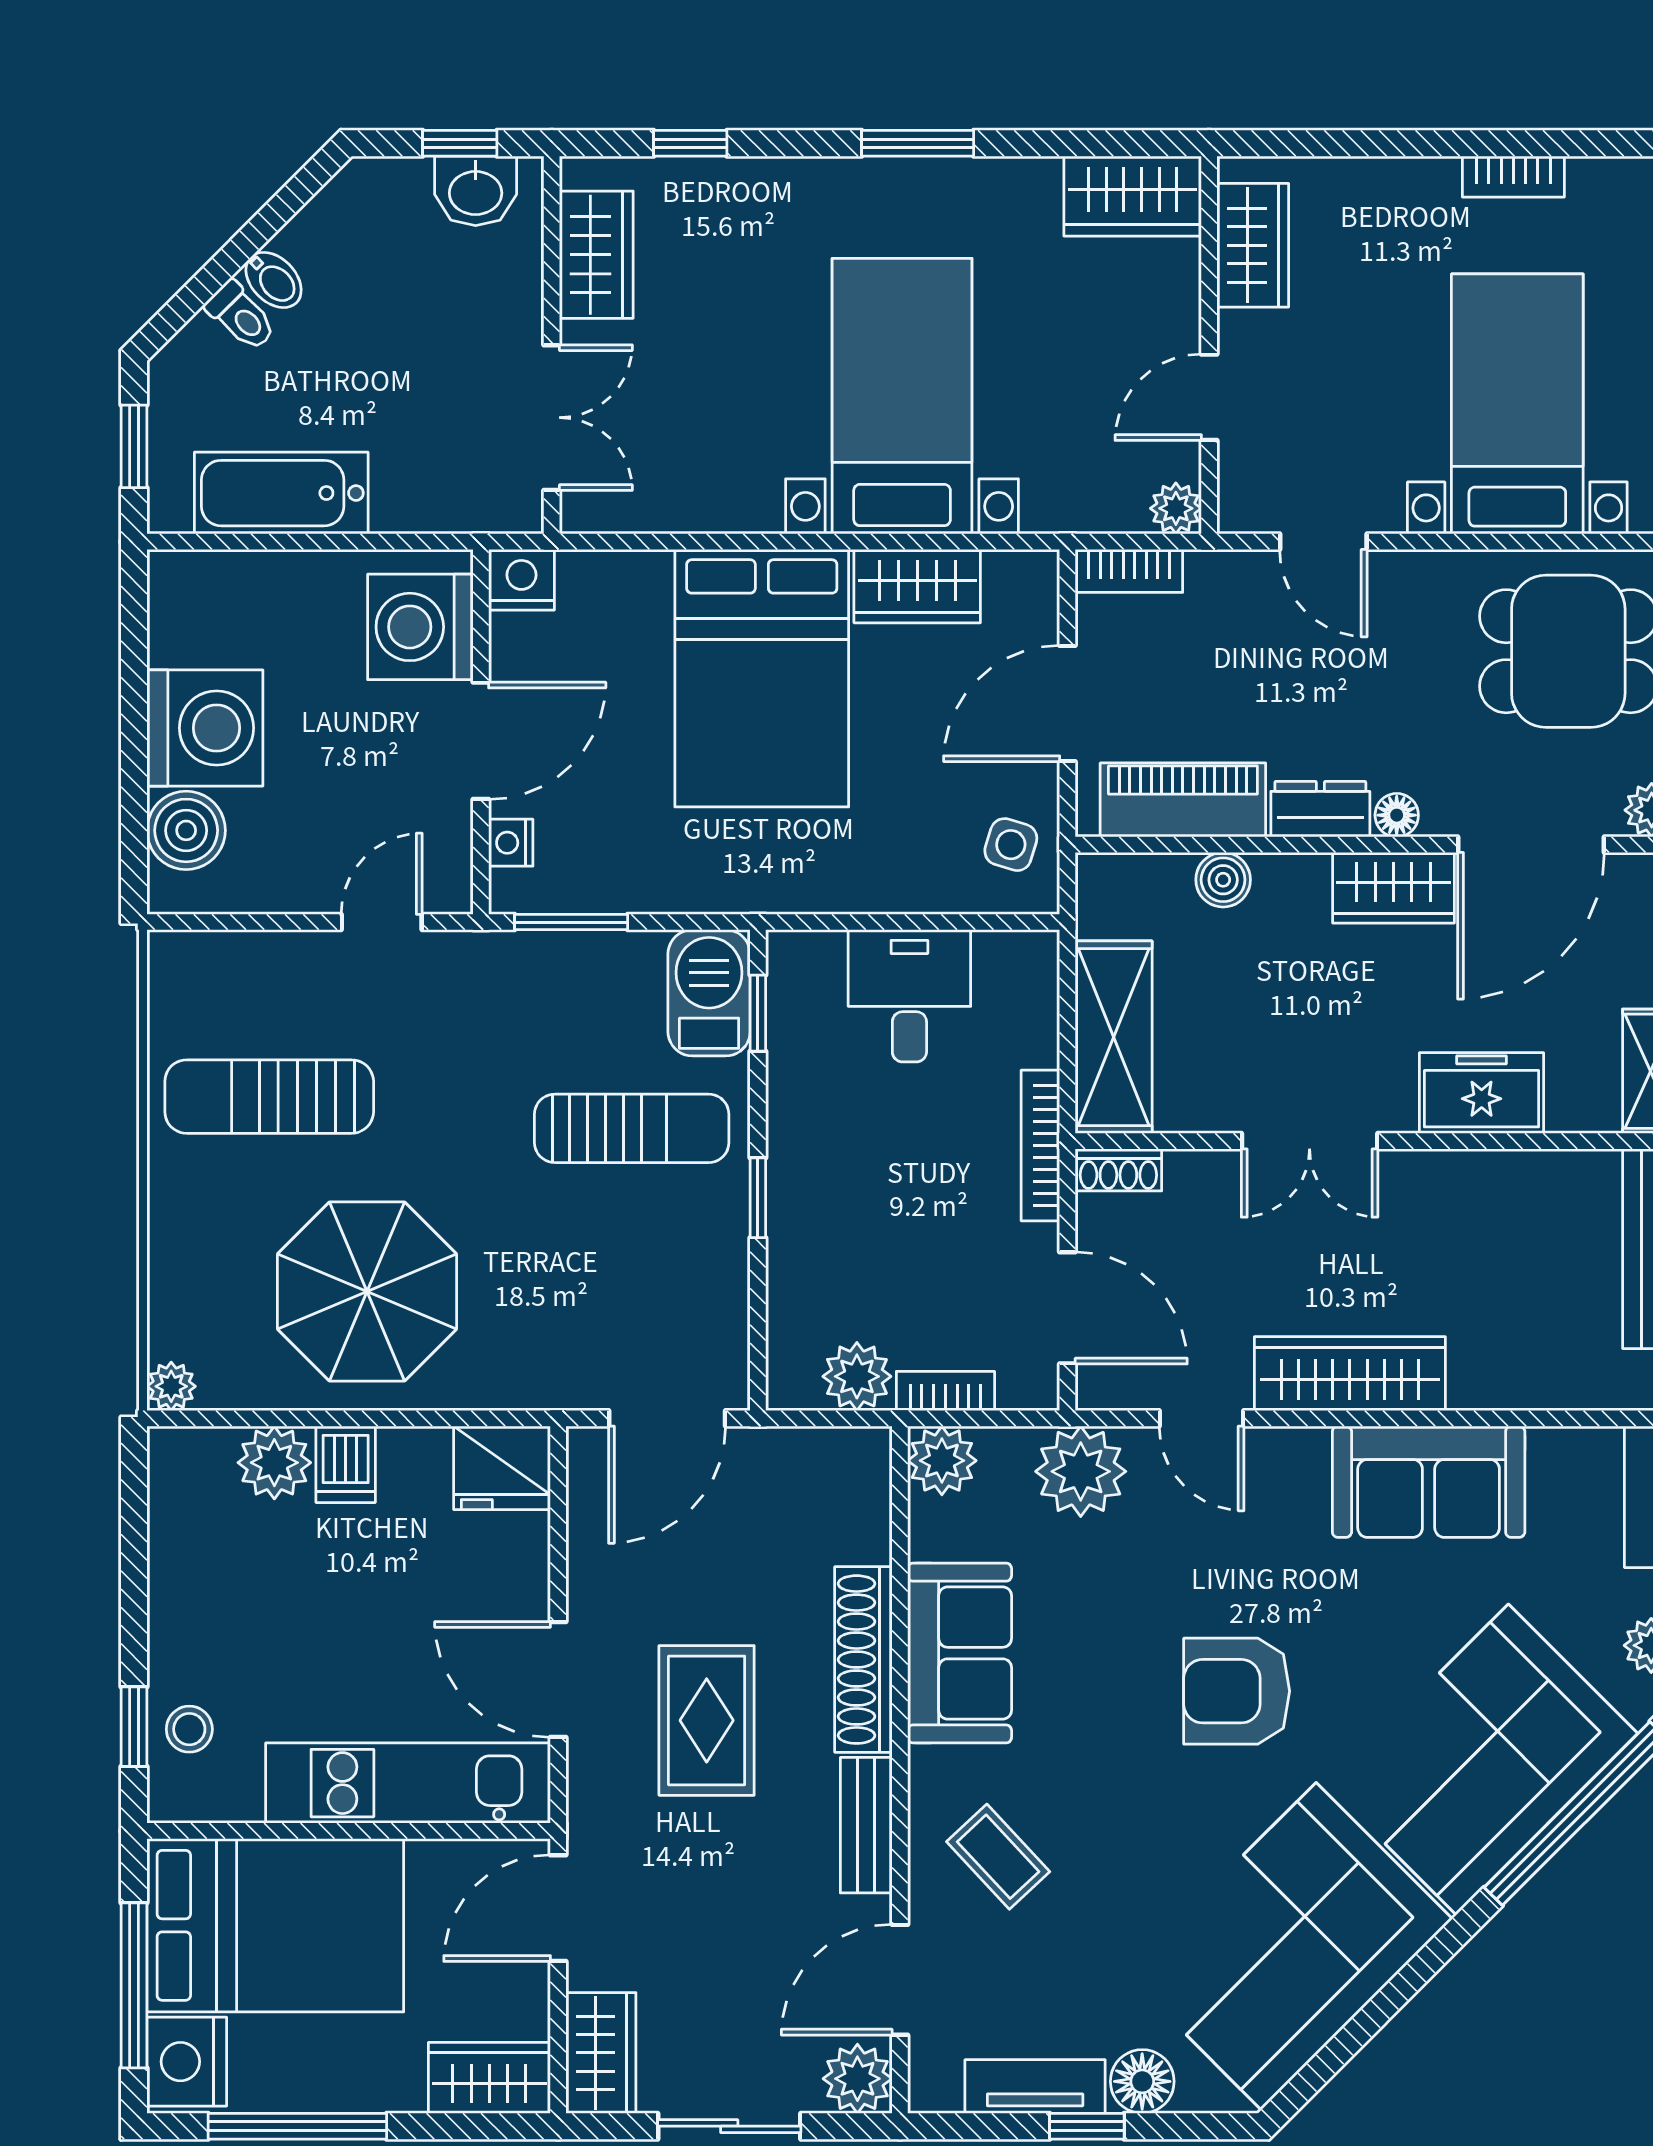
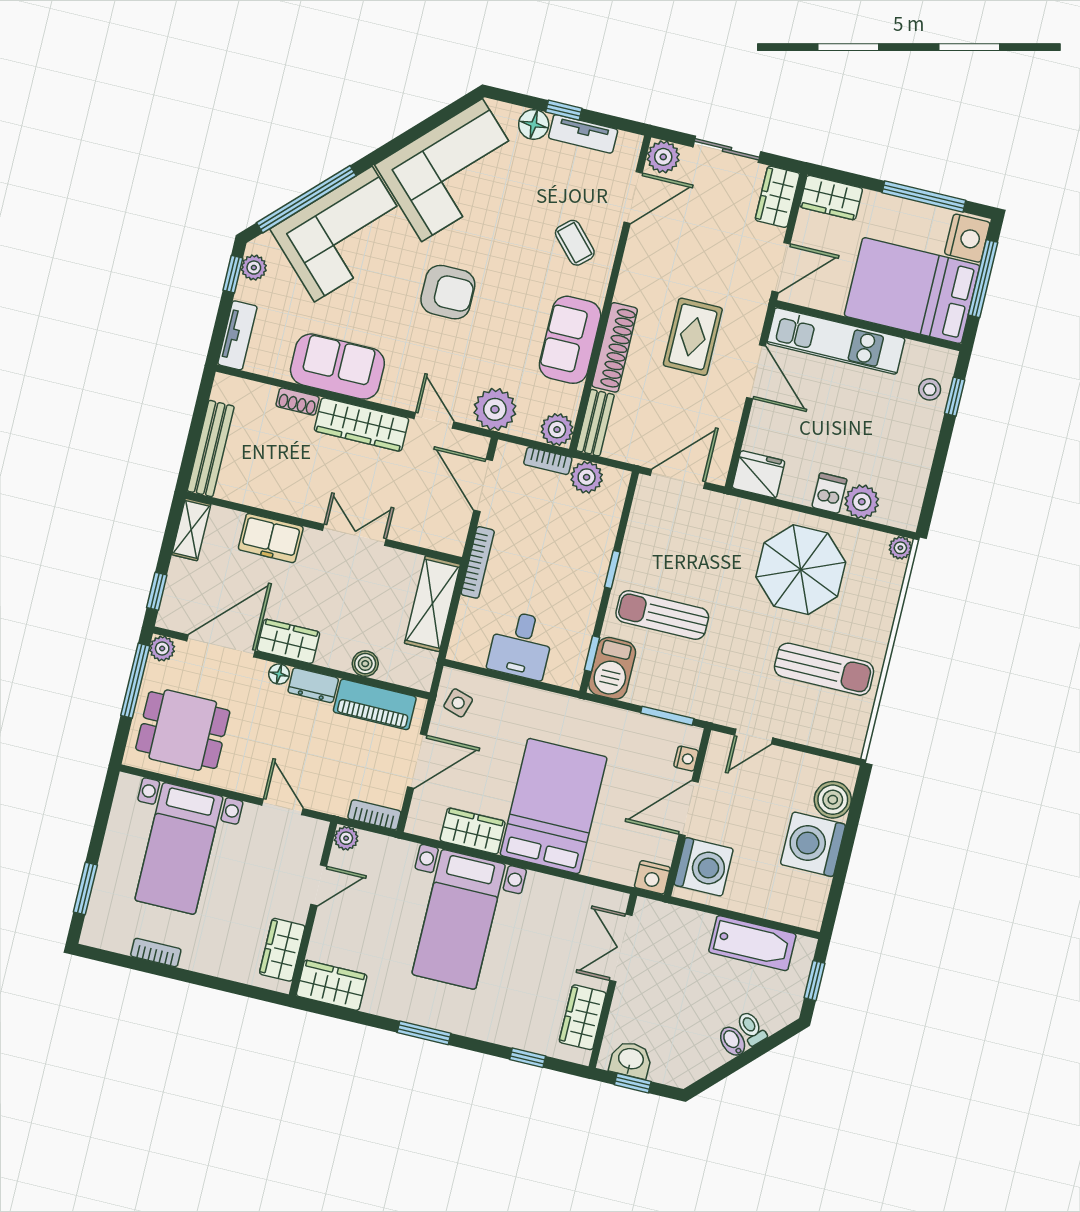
shoe rack: (1118, 1170) -> (298, 401), moved, turned 180
bench: (866, 1825) -> (595, 423), moved

